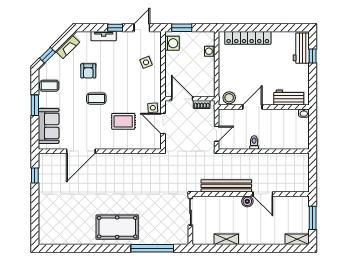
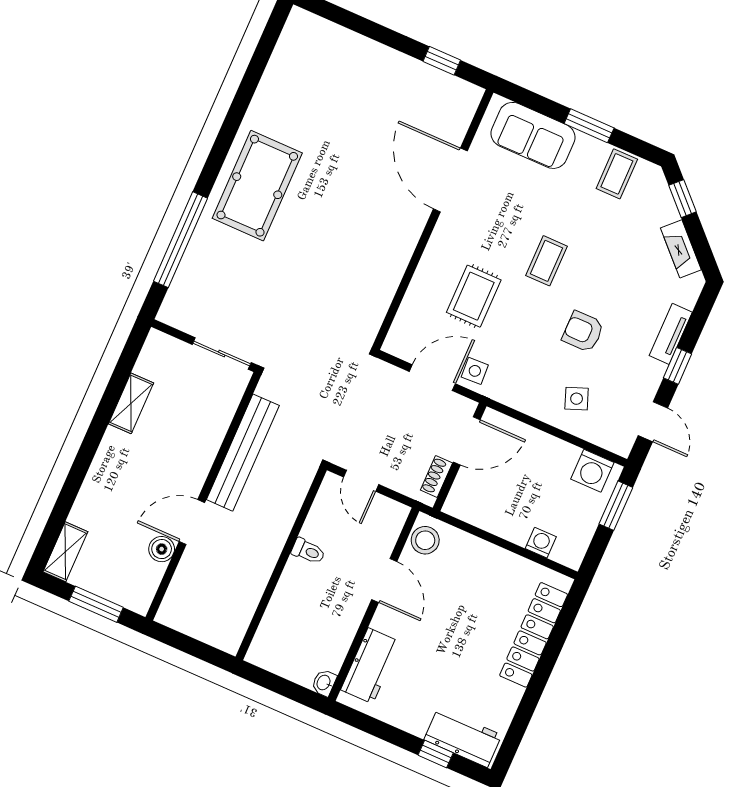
armchair: (88, 71) -> (583, 332), moved
boiler: (247, 201) -> (162, 549), moved

